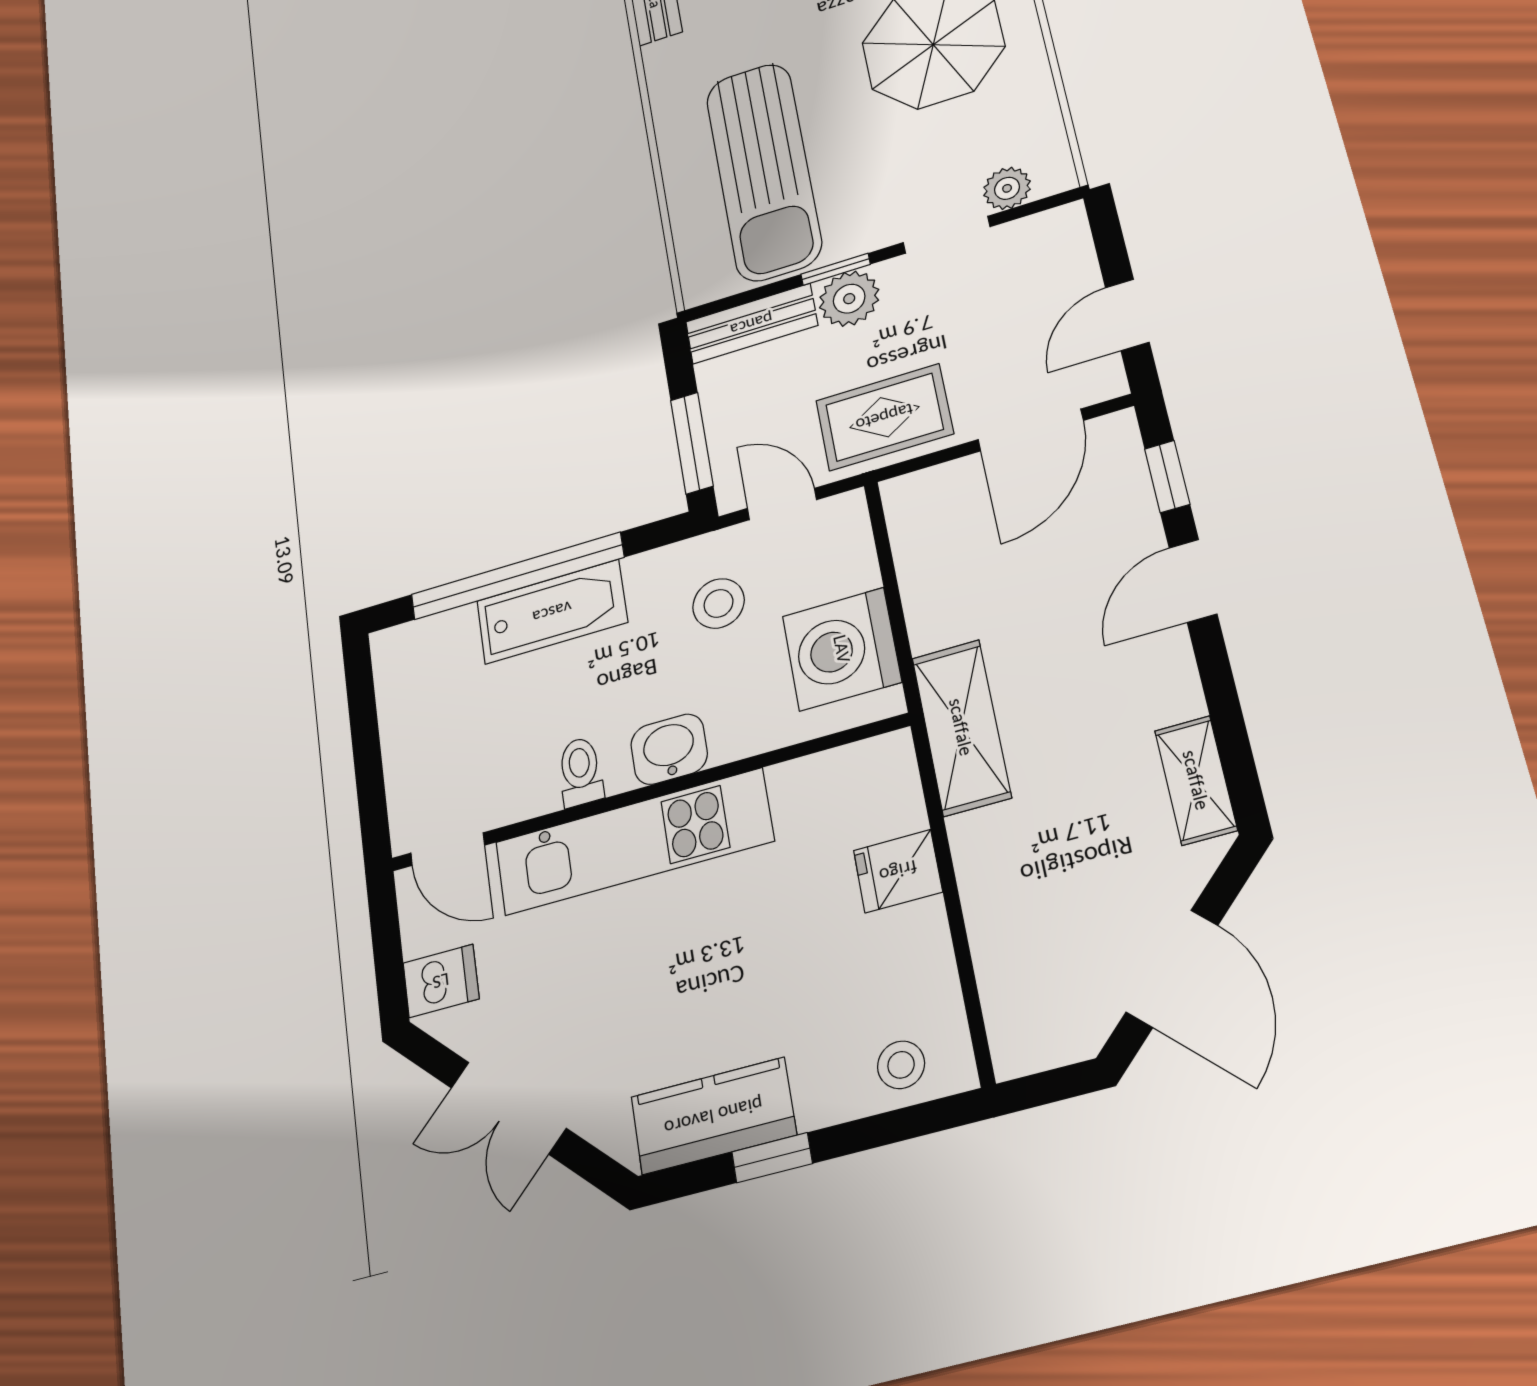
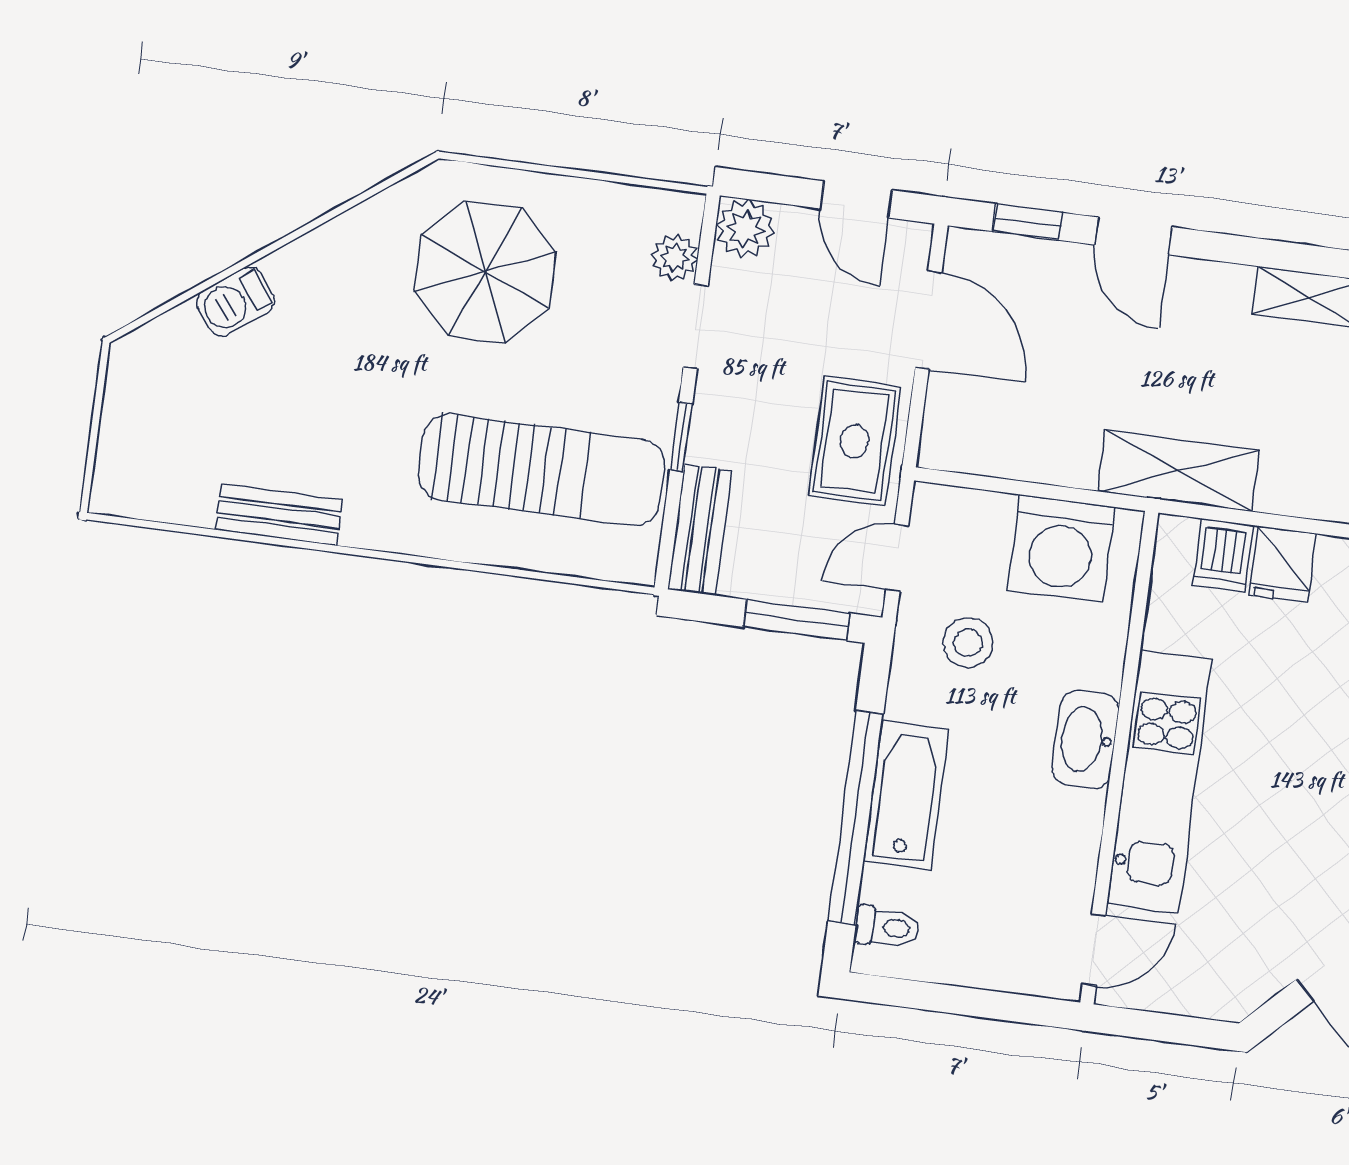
plant: (849, 299) -> (745, 229), moved
washbasin: (669, 749) -> (1085, 740), width x1.38
toilet: (580, 772) -> (887, 927), moved, turned 180
dishwasher: (441, 981) -> (1223, 555), moved, turned 180

